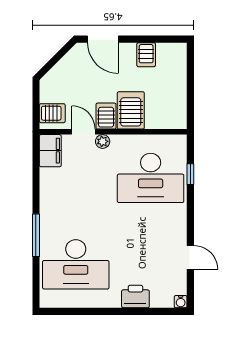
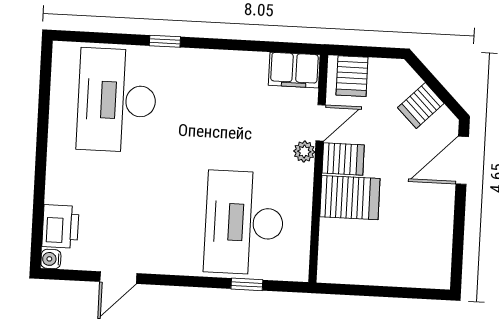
server rack: (146, 55) -> (421, 106), moved, turned -45
window: (36, 235) -> (165, 41), width x0.46
printer: (135, 297) -> (60, 226), moved

